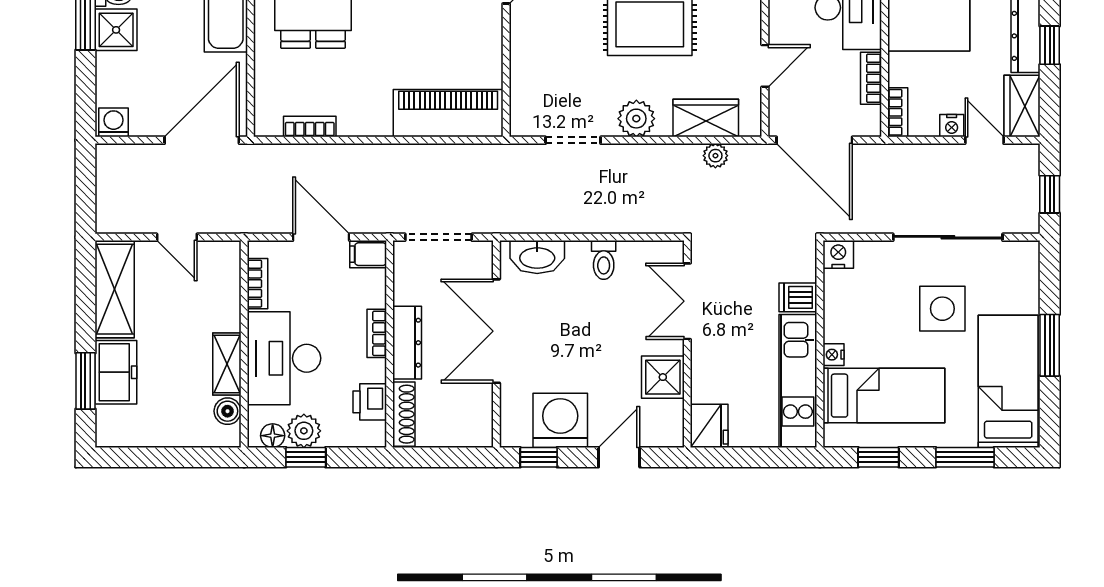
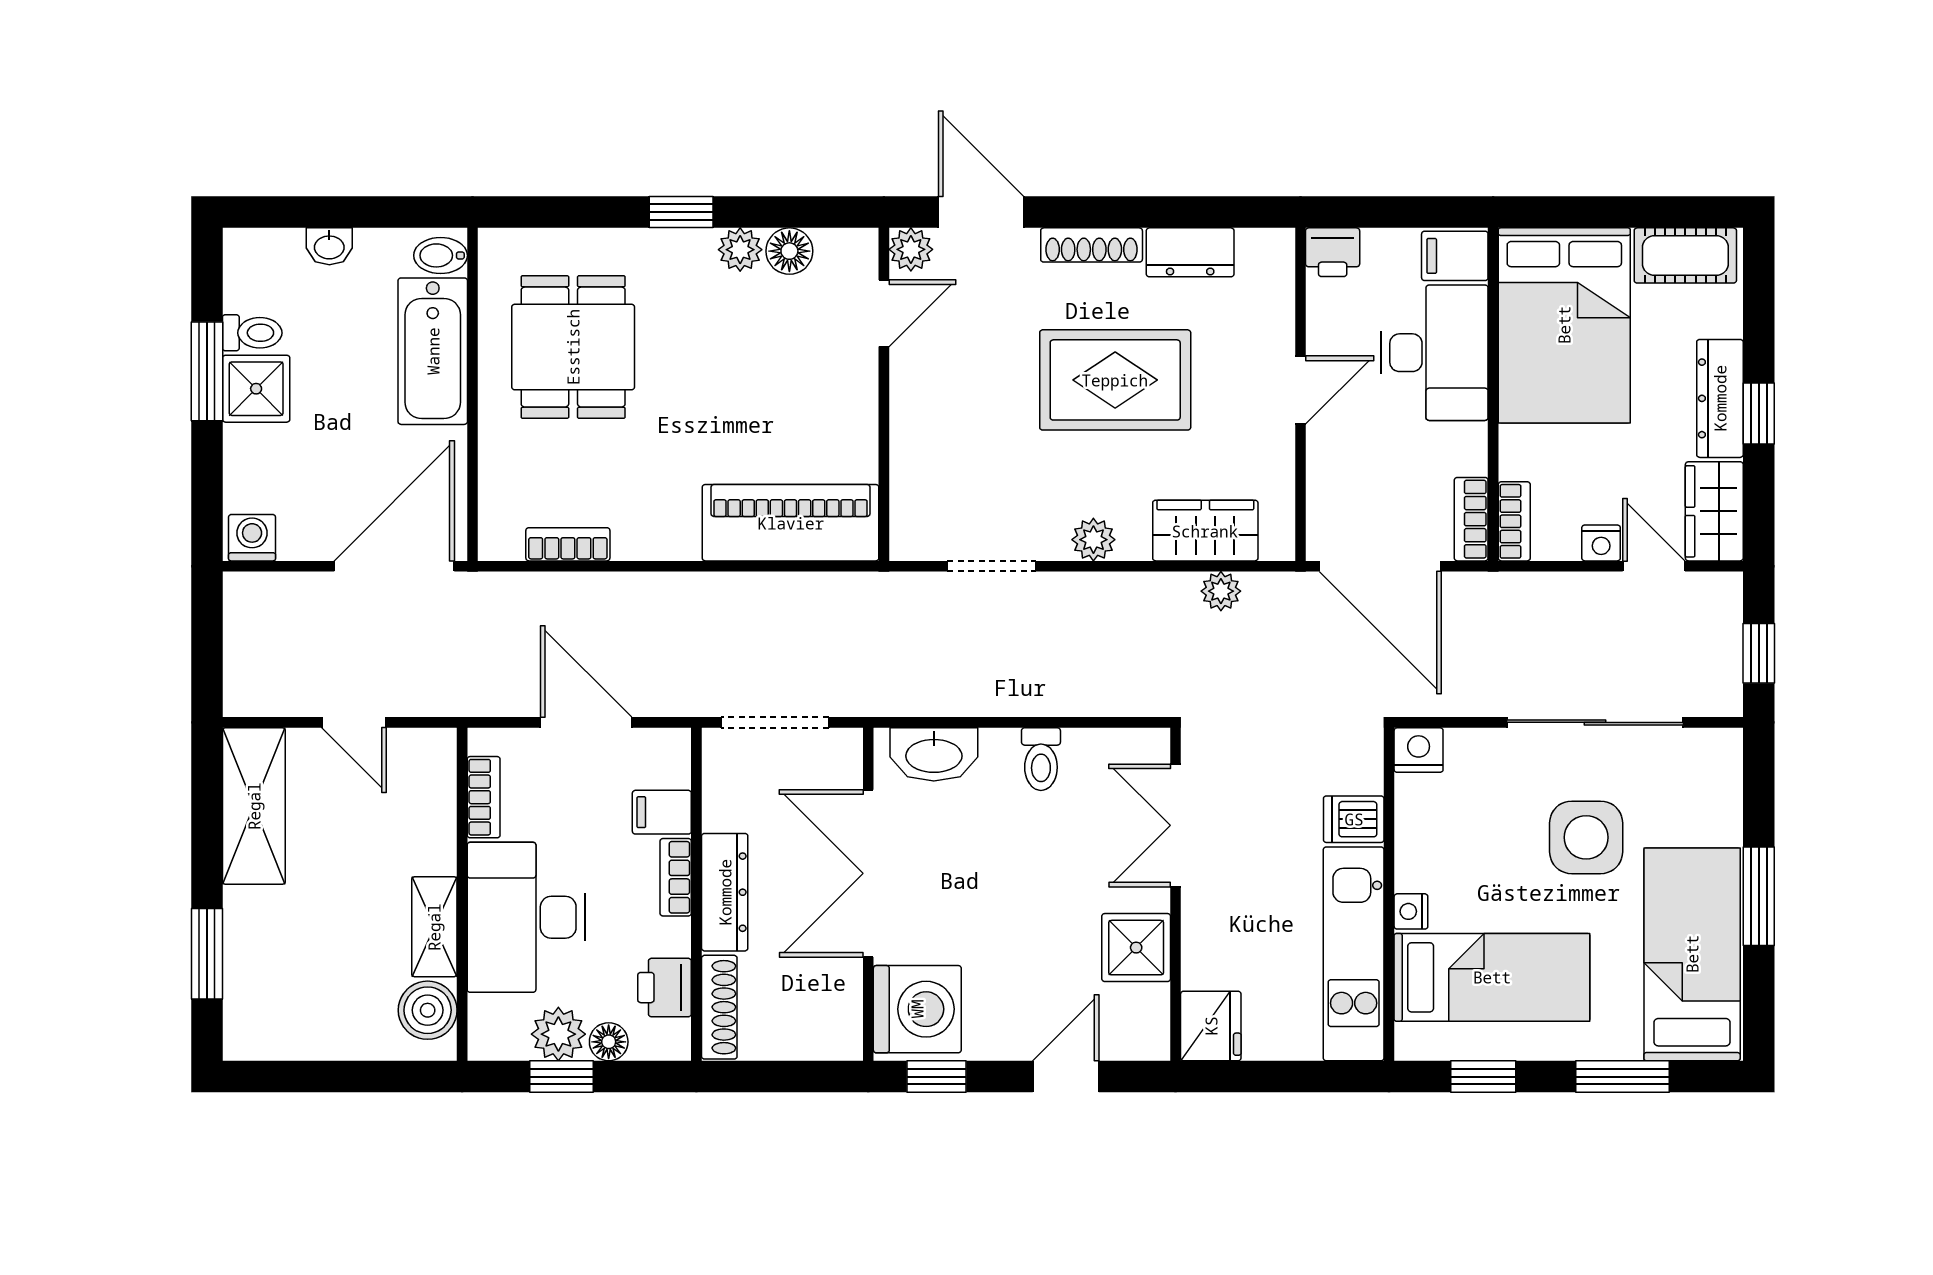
door: (765, 66) -> (1300, 390), moved
bookcase: (871, 78) -> (1471, 519), moved
plant: (636, 119) -> (1093, 540), width x0.73, depth x0.73
filing cabinet: (368, 254) -> (662, 812), moved
freezer: (116, 372) -> (256, 940), removed
boiler: (227, 411) -> (428, 1010), width x1.36, depth x1.36
washing machine: (560, 420) -> (917, 1009), moved, turned 90
floor lamp: (273, 436) -> (609, 1042), moved

